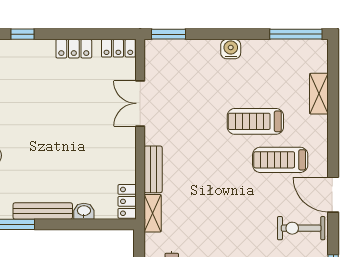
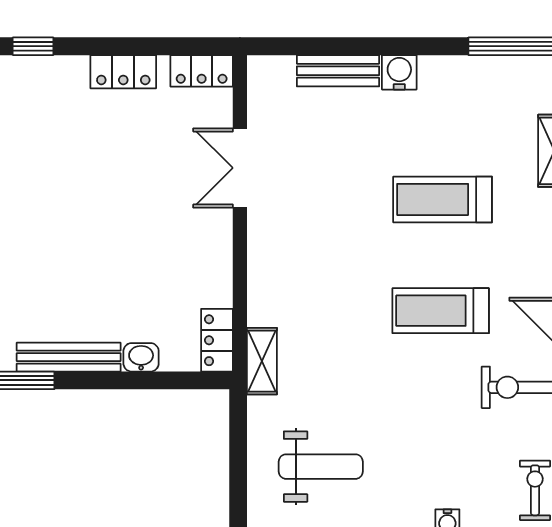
window: (169, 34) -> (290, 46), removed
treadmill: (280, 160) -> (441, 311), moved
bench: (153, 169) -> (338, 71), moved, turned 90

